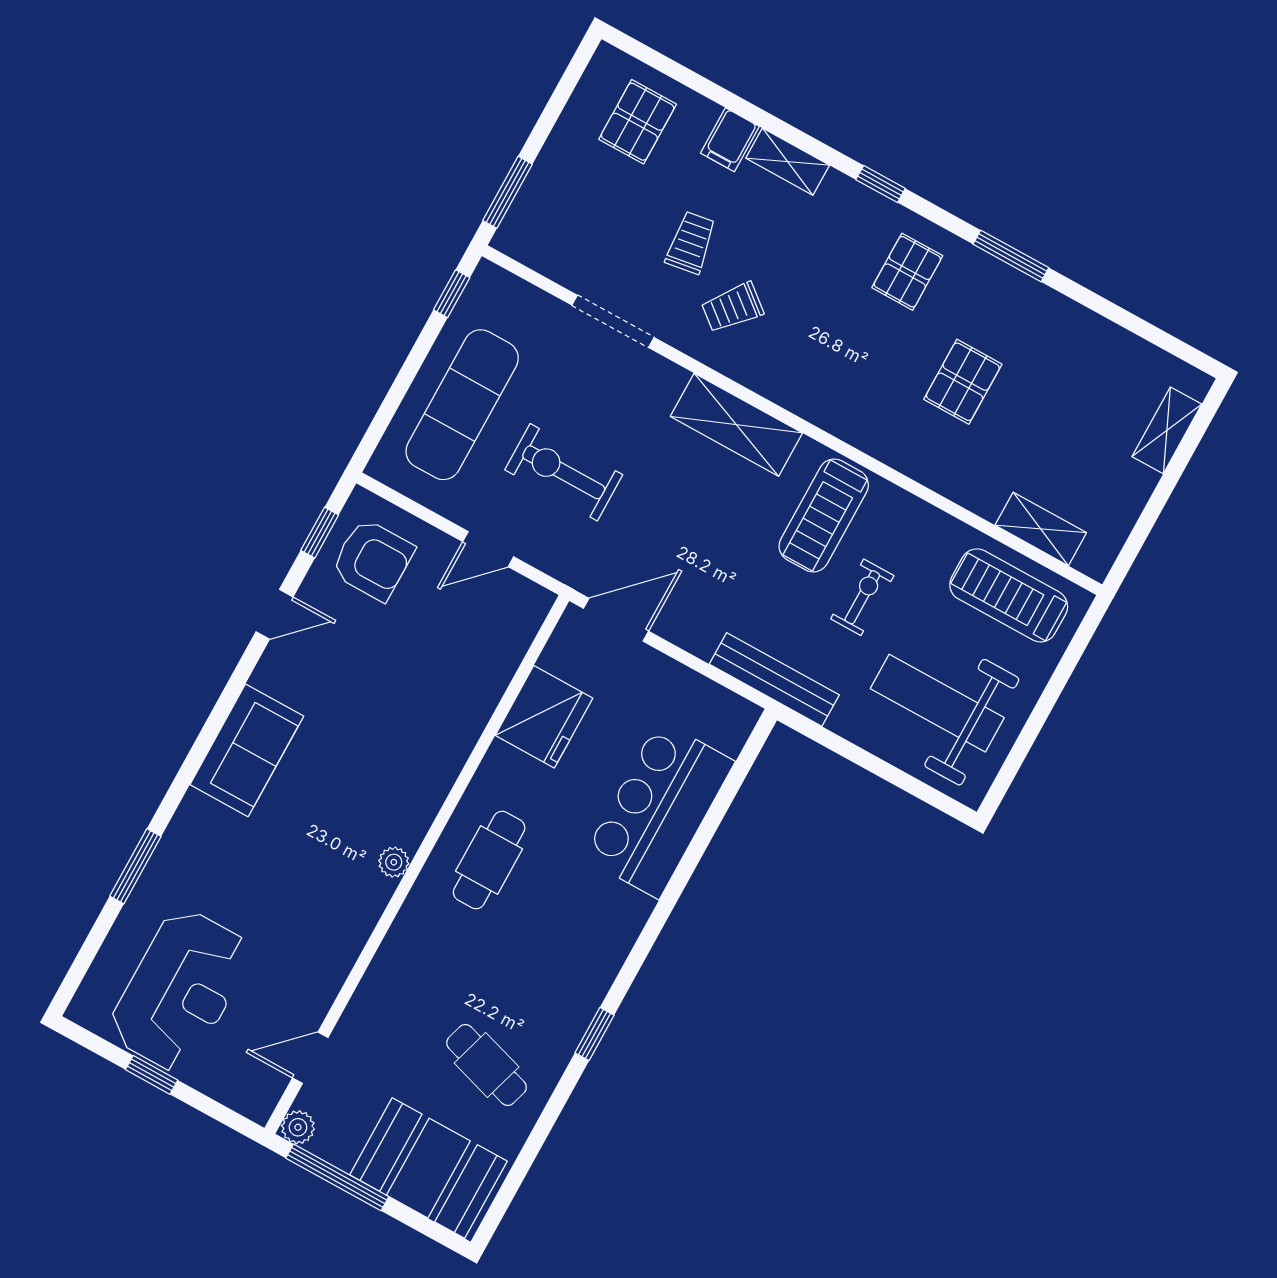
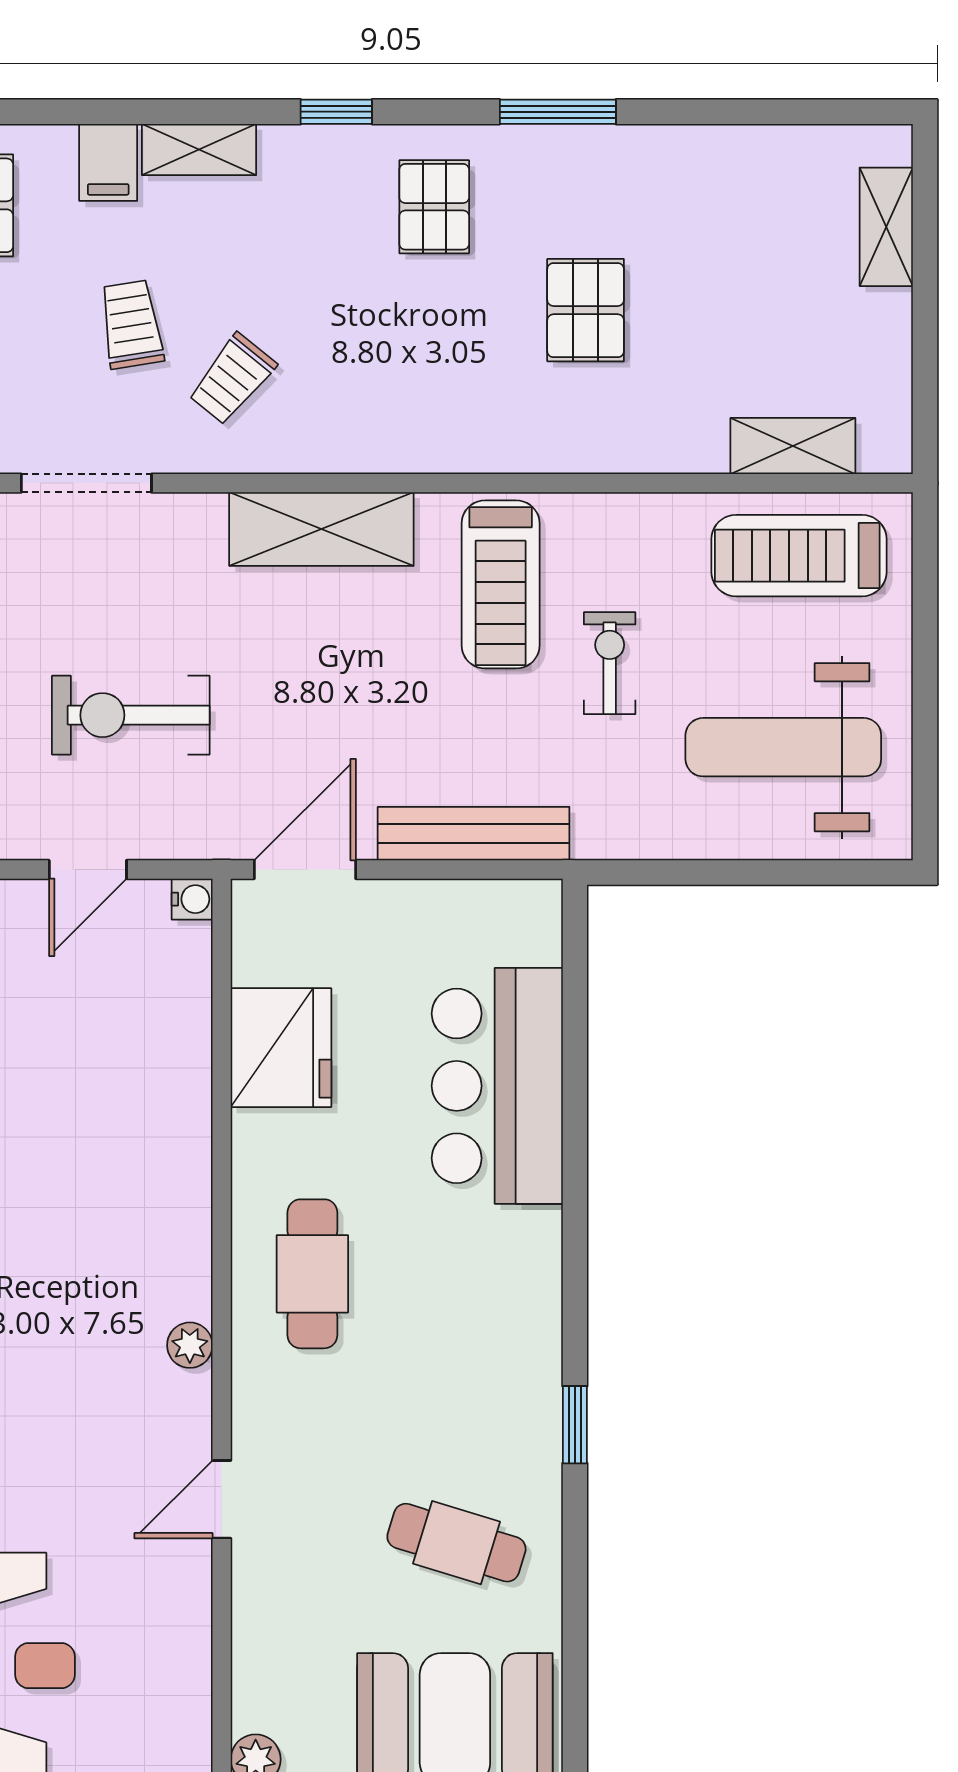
water cooler: (540, 600) -> (192, 899), added
bench: (774, 679) -> (474, 834), moved
door: (310, 1058) -> (222, 1499), moved

